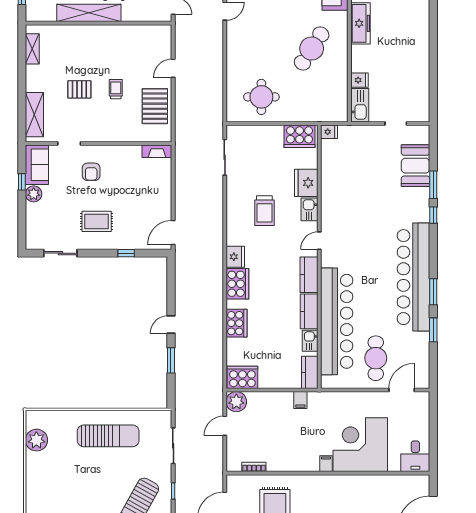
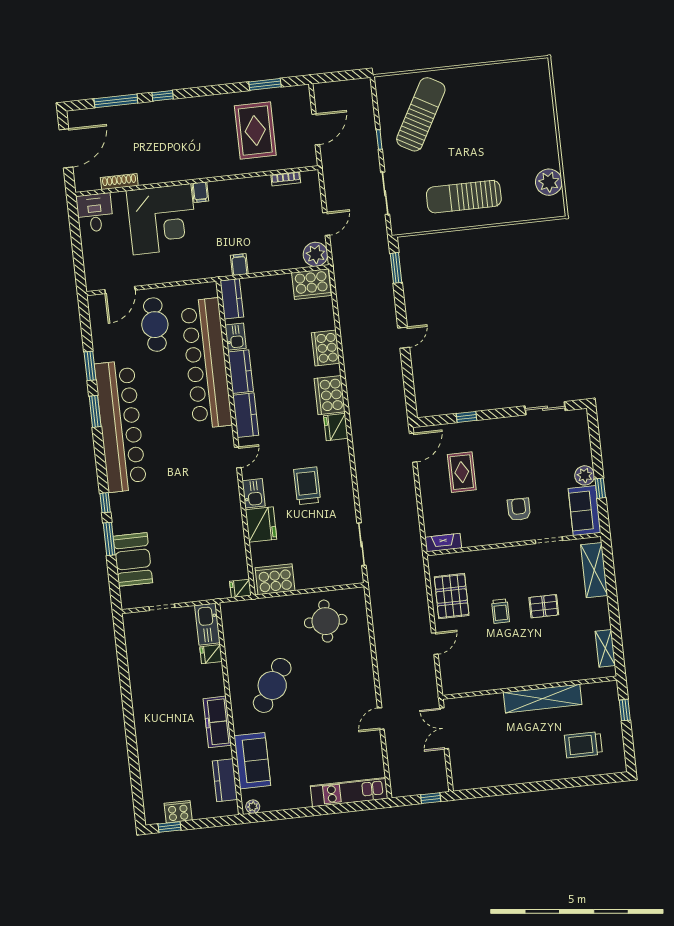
rug: (97, 221) -> (462, 472), moved, turned 90
window: (171, 360) -> (396, 268), moved
shoe rack: (392, 480) -> (119, 182), added

